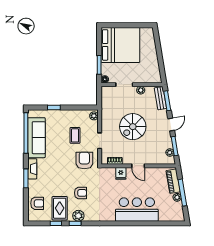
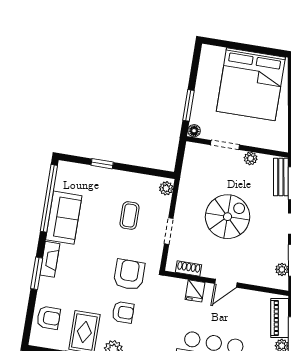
bed: (120, 45) -> (251, 84), moved, turned 90
spiral stairs: (133, 127) -> (228, 217), turned 180
sofa: (36, 138) -> (64, 218), width x0.73
armchair: (84, 160) -> (129, 275), moved
door: (138, 166) -> (226, 283), hinge flipped

